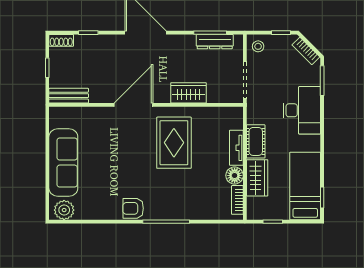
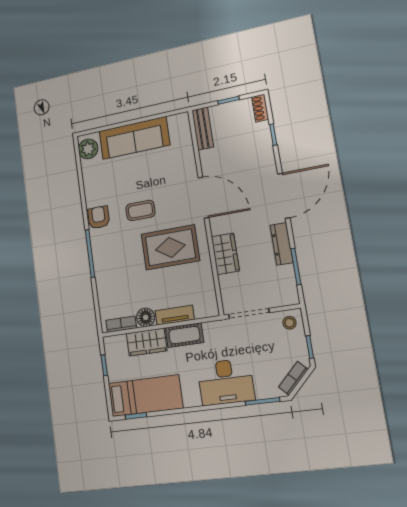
dresser: (215, 42) -> (282, 244), moved
coffee table: (134, 166) -> (140, 210), added

